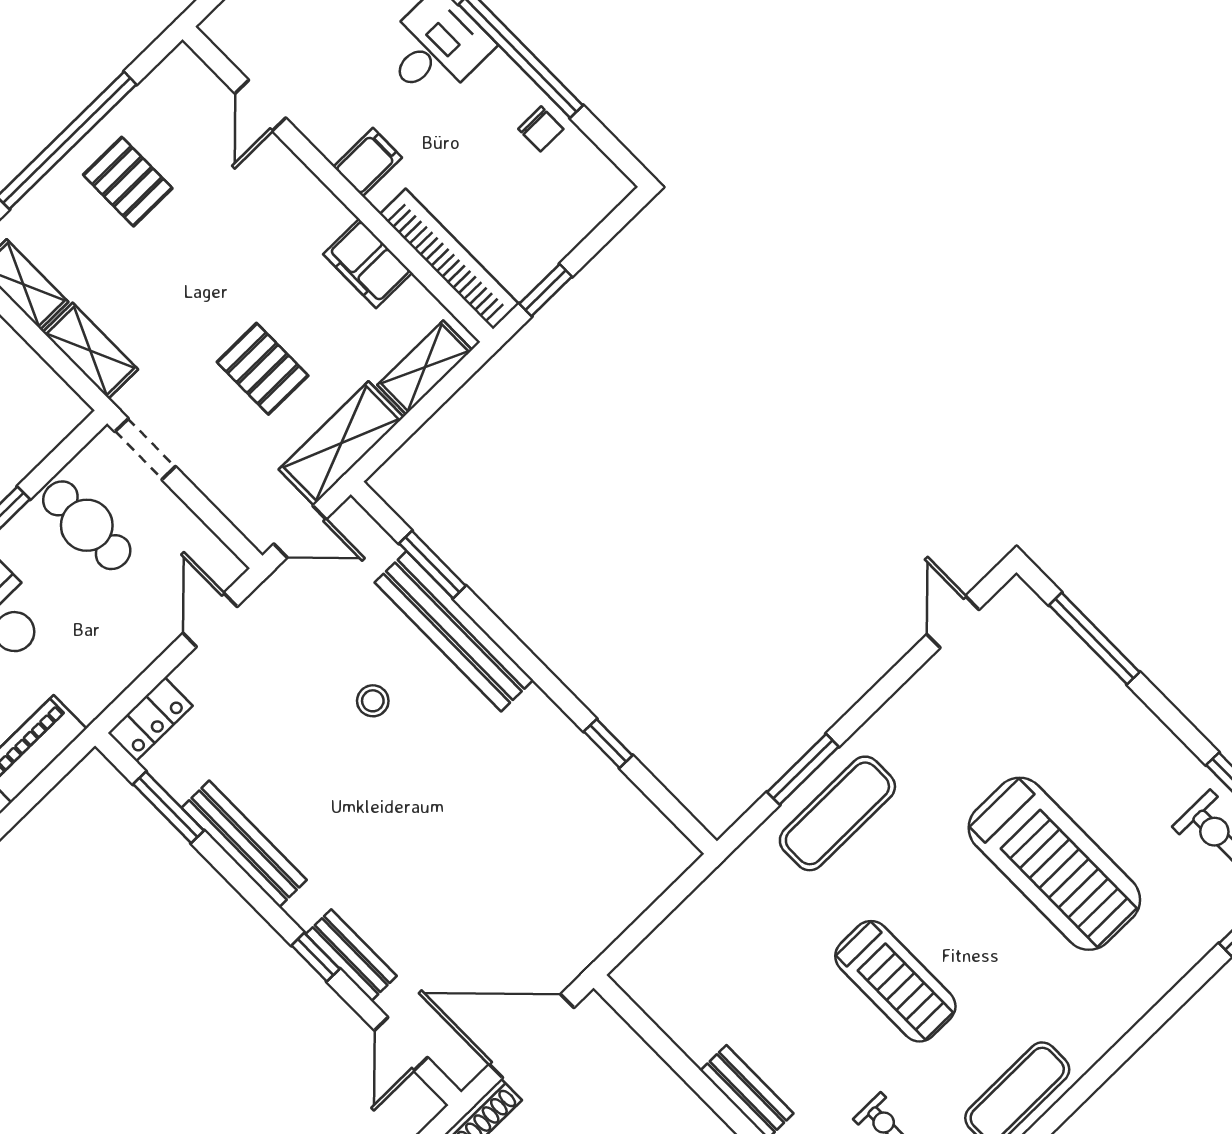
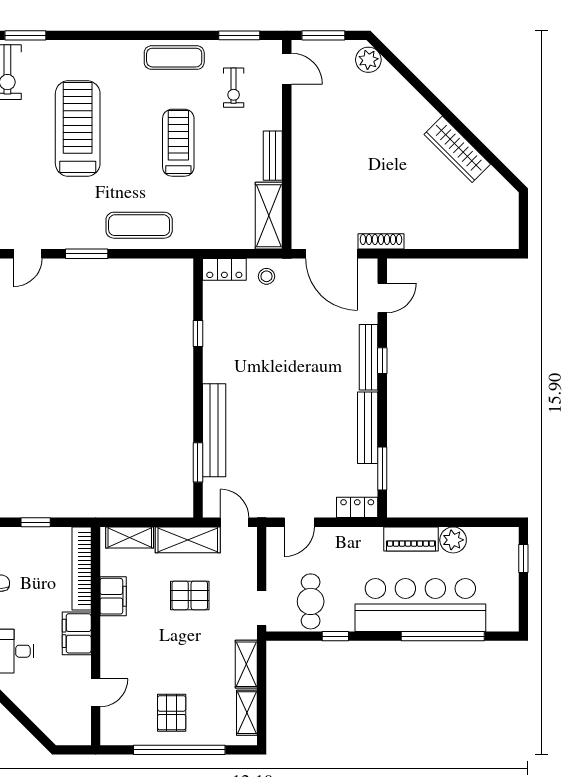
filing cabinet: (368, 162) -> (77, 633), width x2.00
window: (546, 290) -> (36, 522), moved
pallet: (263, 369) -> (190, 595), turned 90
stool: (373, 701) -> (266, 276), moved
window: (803, 769) -> (87, 254), moved
locker: (659, 868) -> (224, 269), added
bench: (351, 955) -> (369, 357), width x1.36
shelving: (671, 1003) -> (269, 216), added

